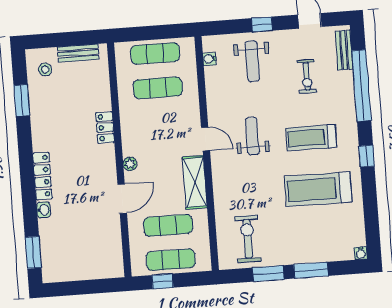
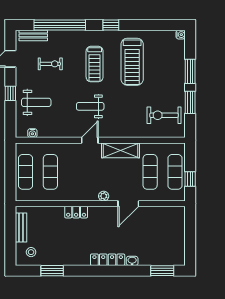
door: (122, 199) -> (128, 204), swing flipped

